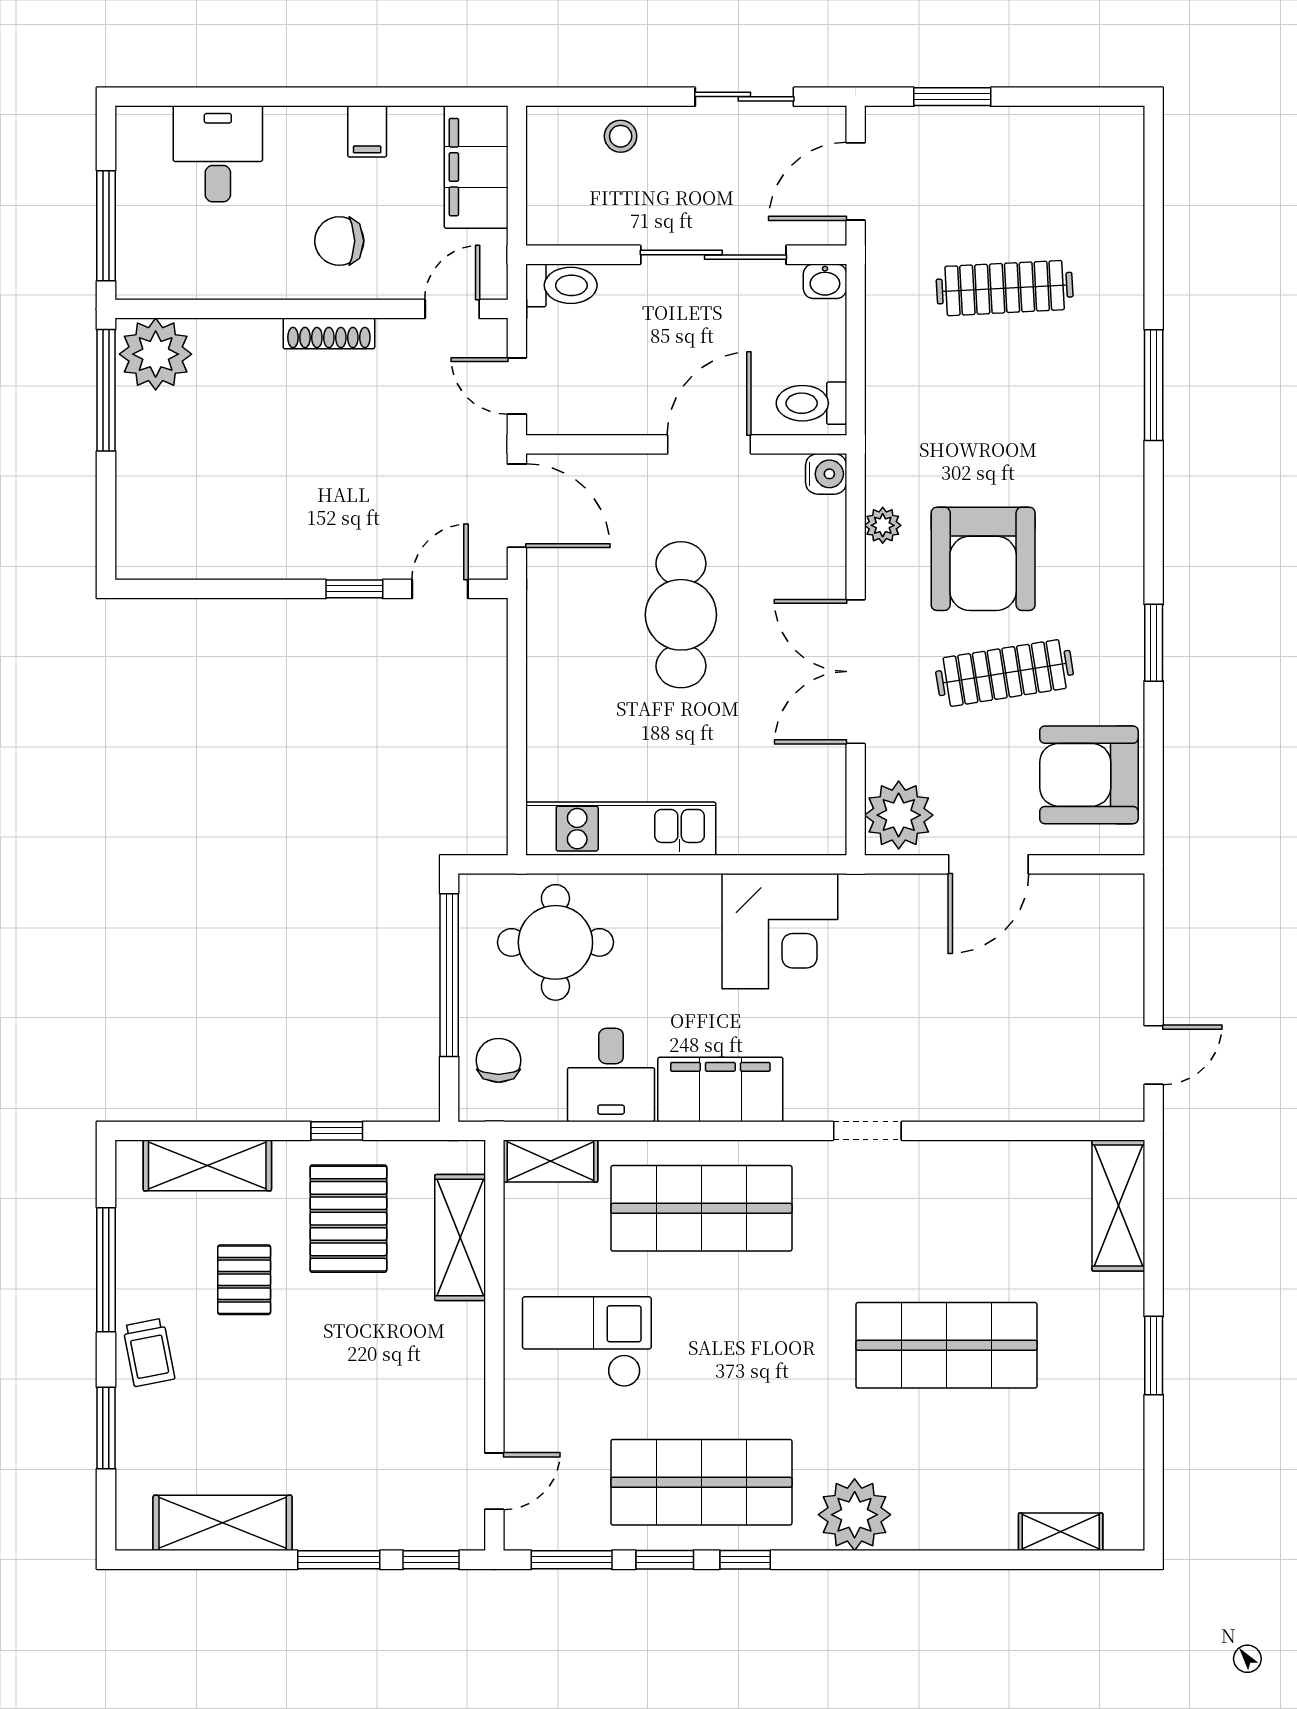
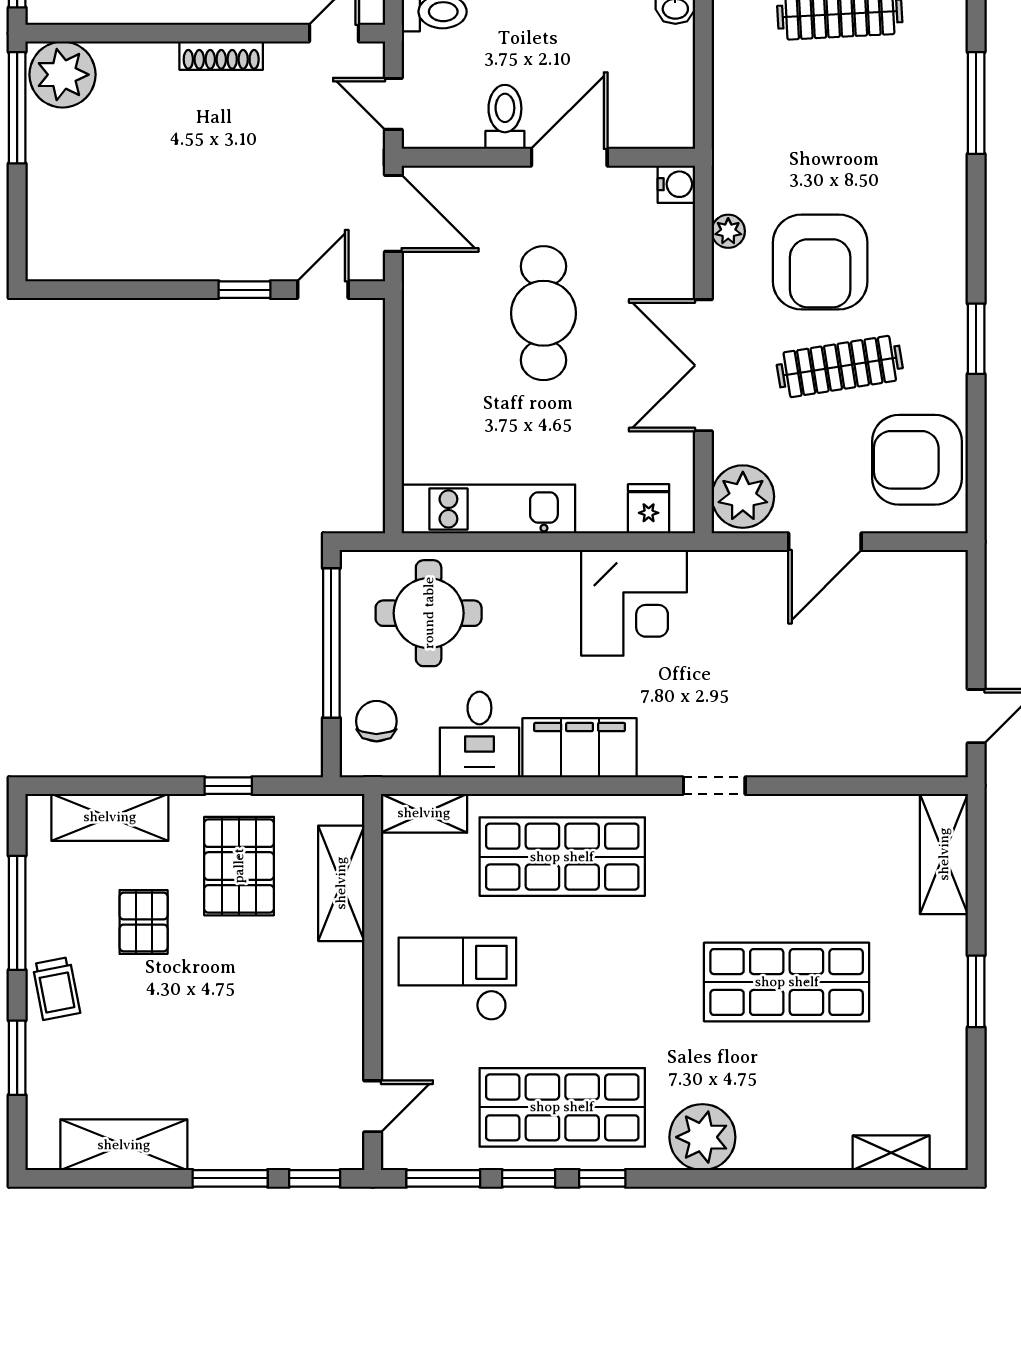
toilet: (811, 403) -> (505, 117), moved, turned 90
fridge: (796, 828) -> (649, 509), added

